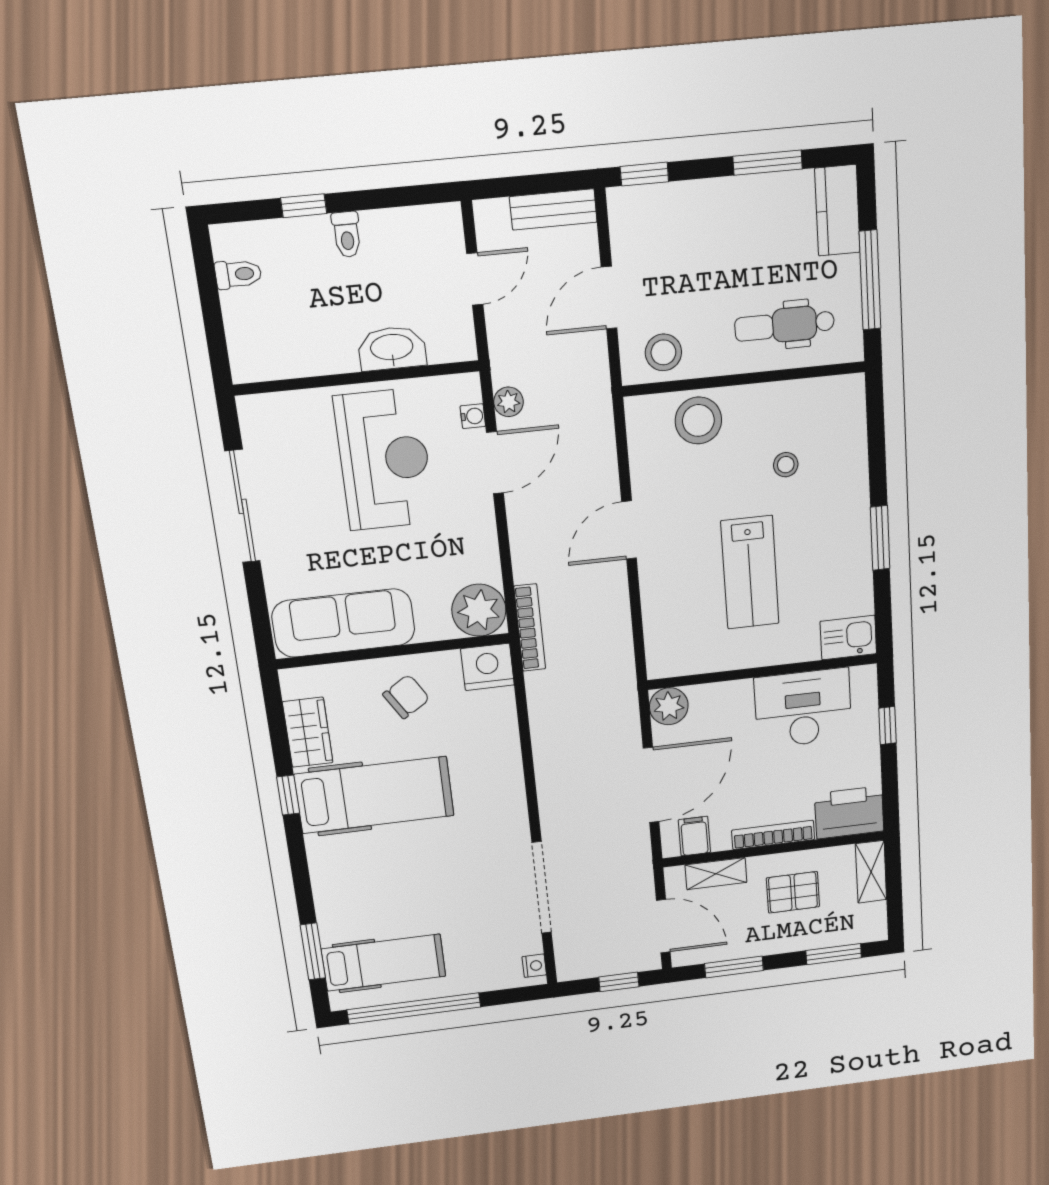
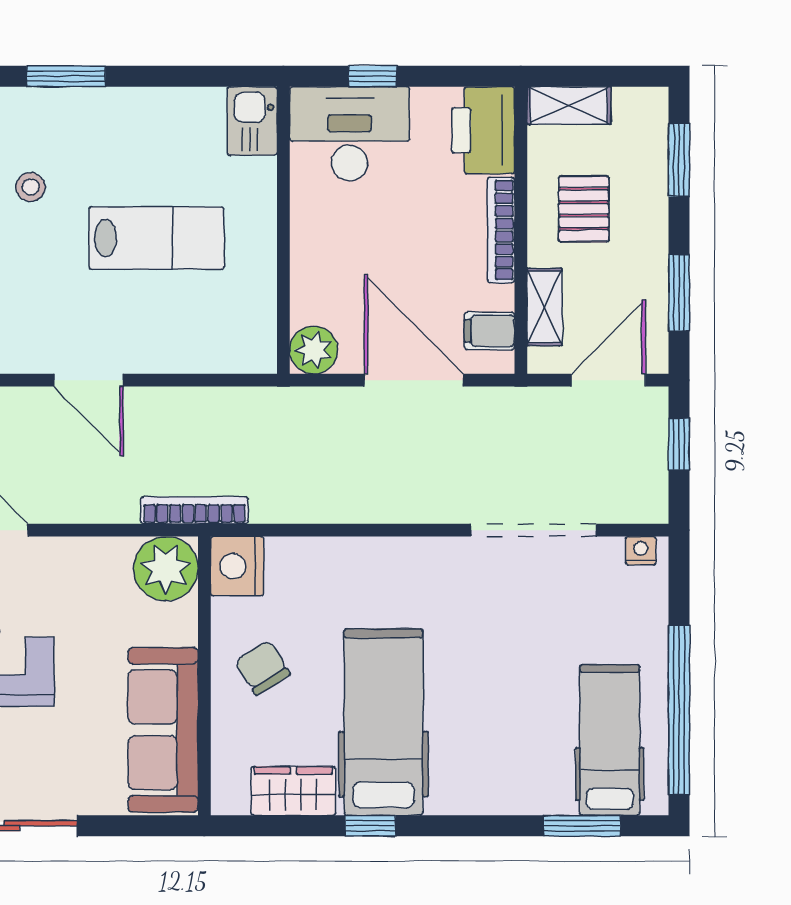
window: (880, 538) -> (66, 76), moved
desk: (803, 708) -> (350, 134), moved, turned 90

